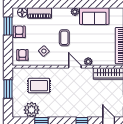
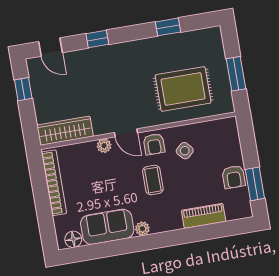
floor lamp: (22, 12) -> (73, 239), moved
armchair: (22, 55) -> (154, 144), moved
rug: (39, 86) -> (183, 89), width x1.36, depth x1.43
plant: (32, 110) -> (189, 44), removed

